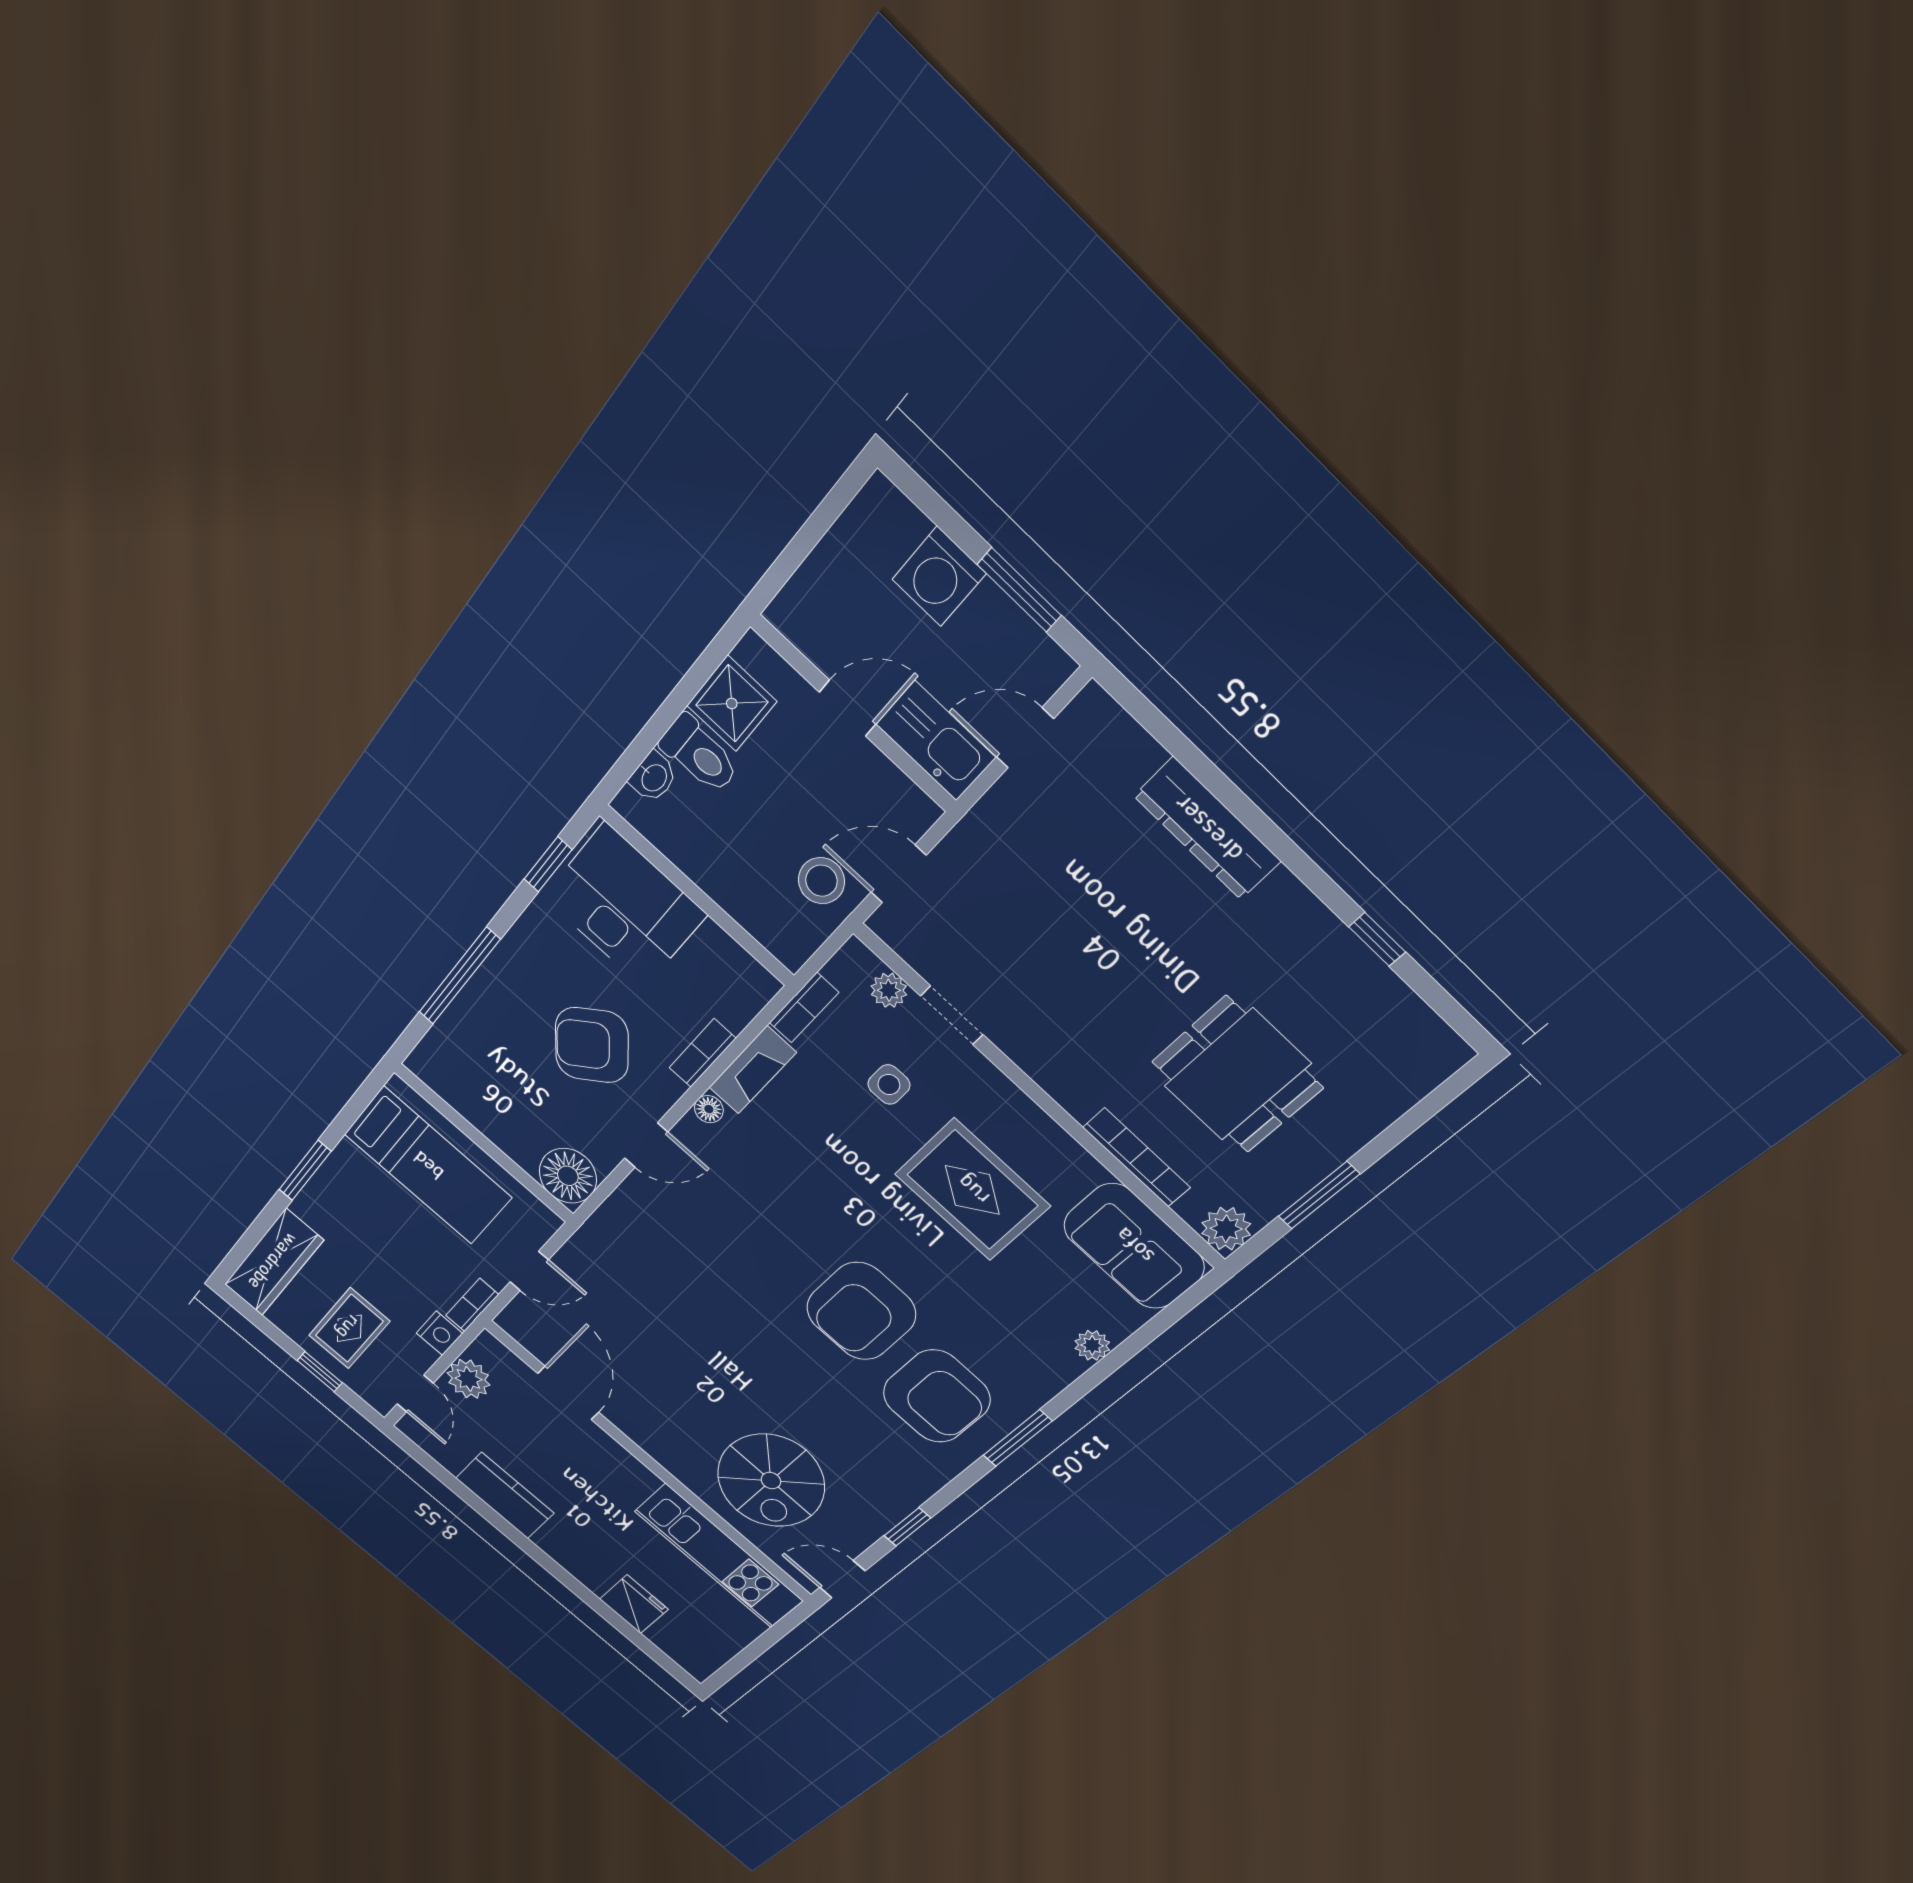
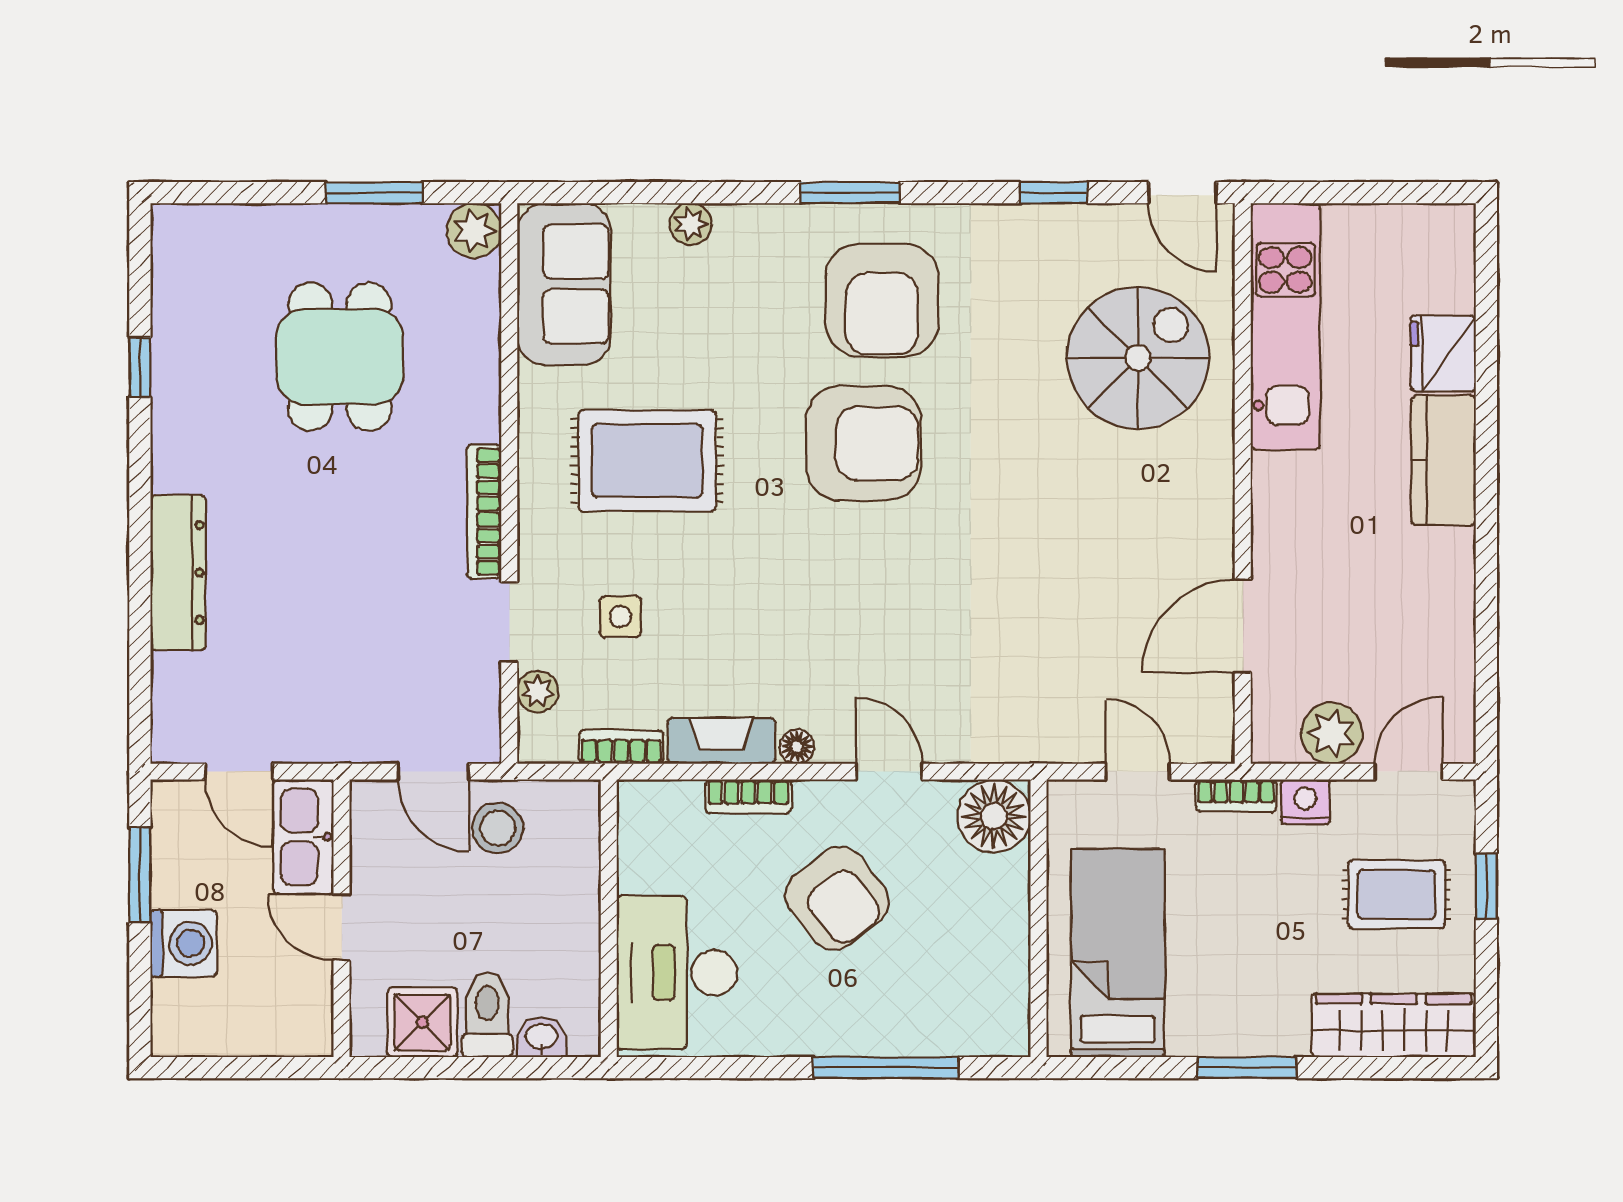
window: (548, 864) -> (702, 1068), removed
bookcase: (1137, 1157) -> (484, 512), moved
rug: (972, 1190) -> (647, 461), turned 90
armchair: (937, 1396) -> (882, 300), turned 180
kitchen counter: (505, 1496) -> (1444, 460), moved

